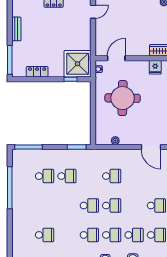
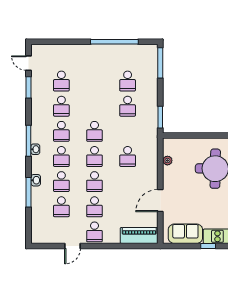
school desk: (134, 206) -> (94, 182), added
school desk: (67, 235) -> (61, 106), added

